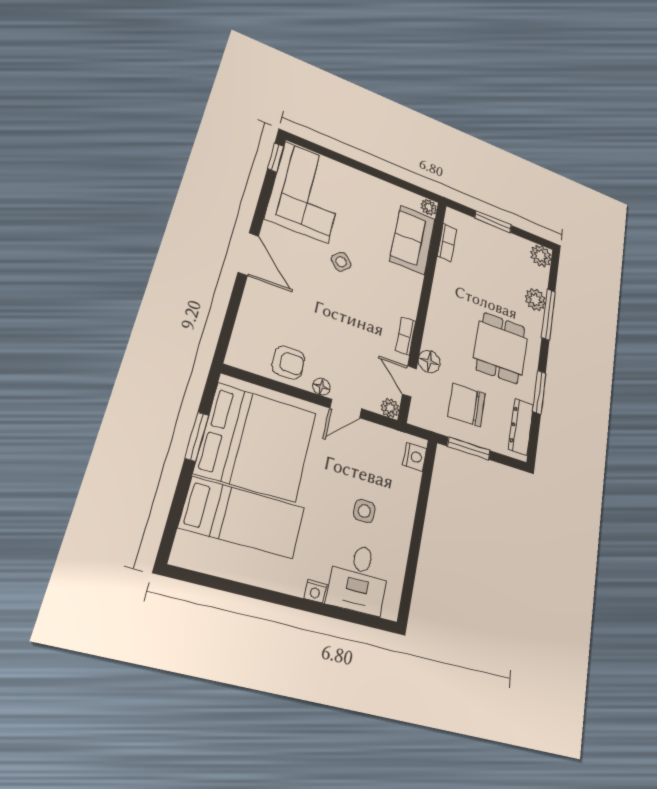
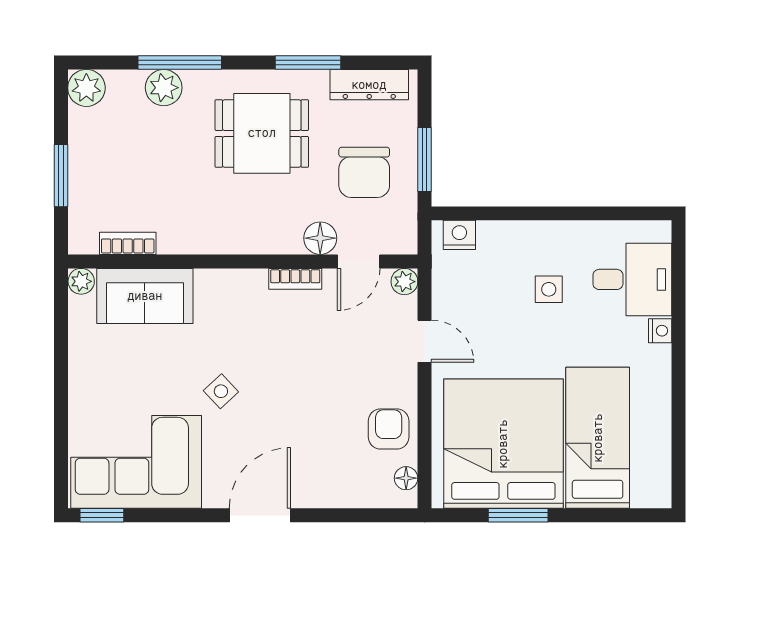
floor lamp: (321, 387) -> (406, 478), moved

